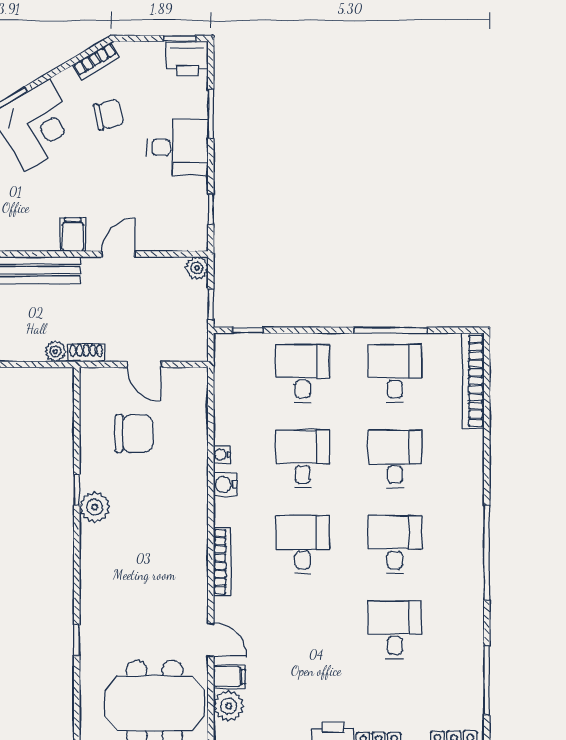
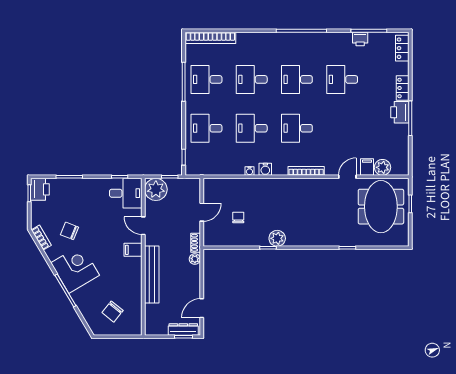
chair: (109, 115) -> (70, 231), turned -55
desk: (178, 147) -> (126, 193), moved, turned 90
plant: (197, 268) -> (156, 189), width x1.88, depth x1.88
chair: (134, 433) -> (238, 217), width x0.54, depth x0.54
printer: (471, 664) -> (360, 39), added

